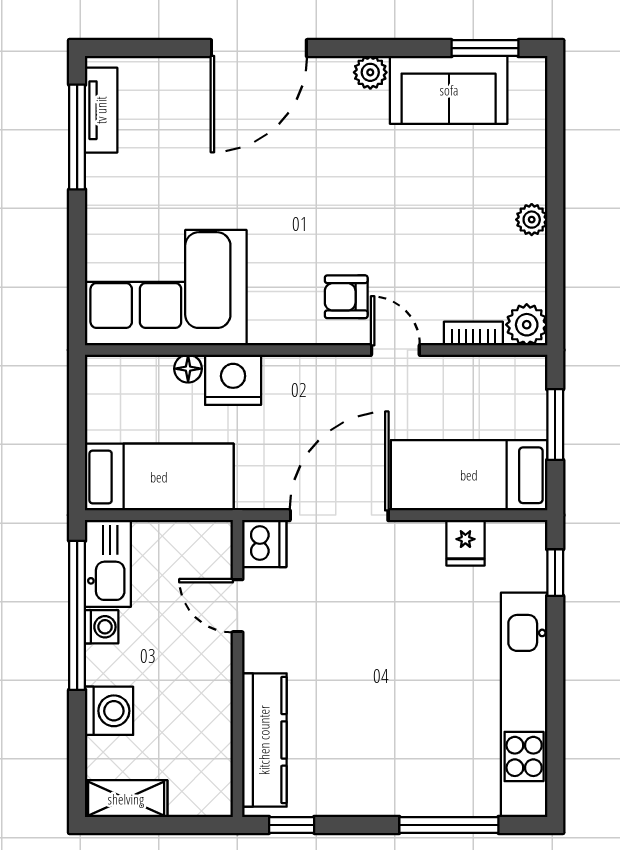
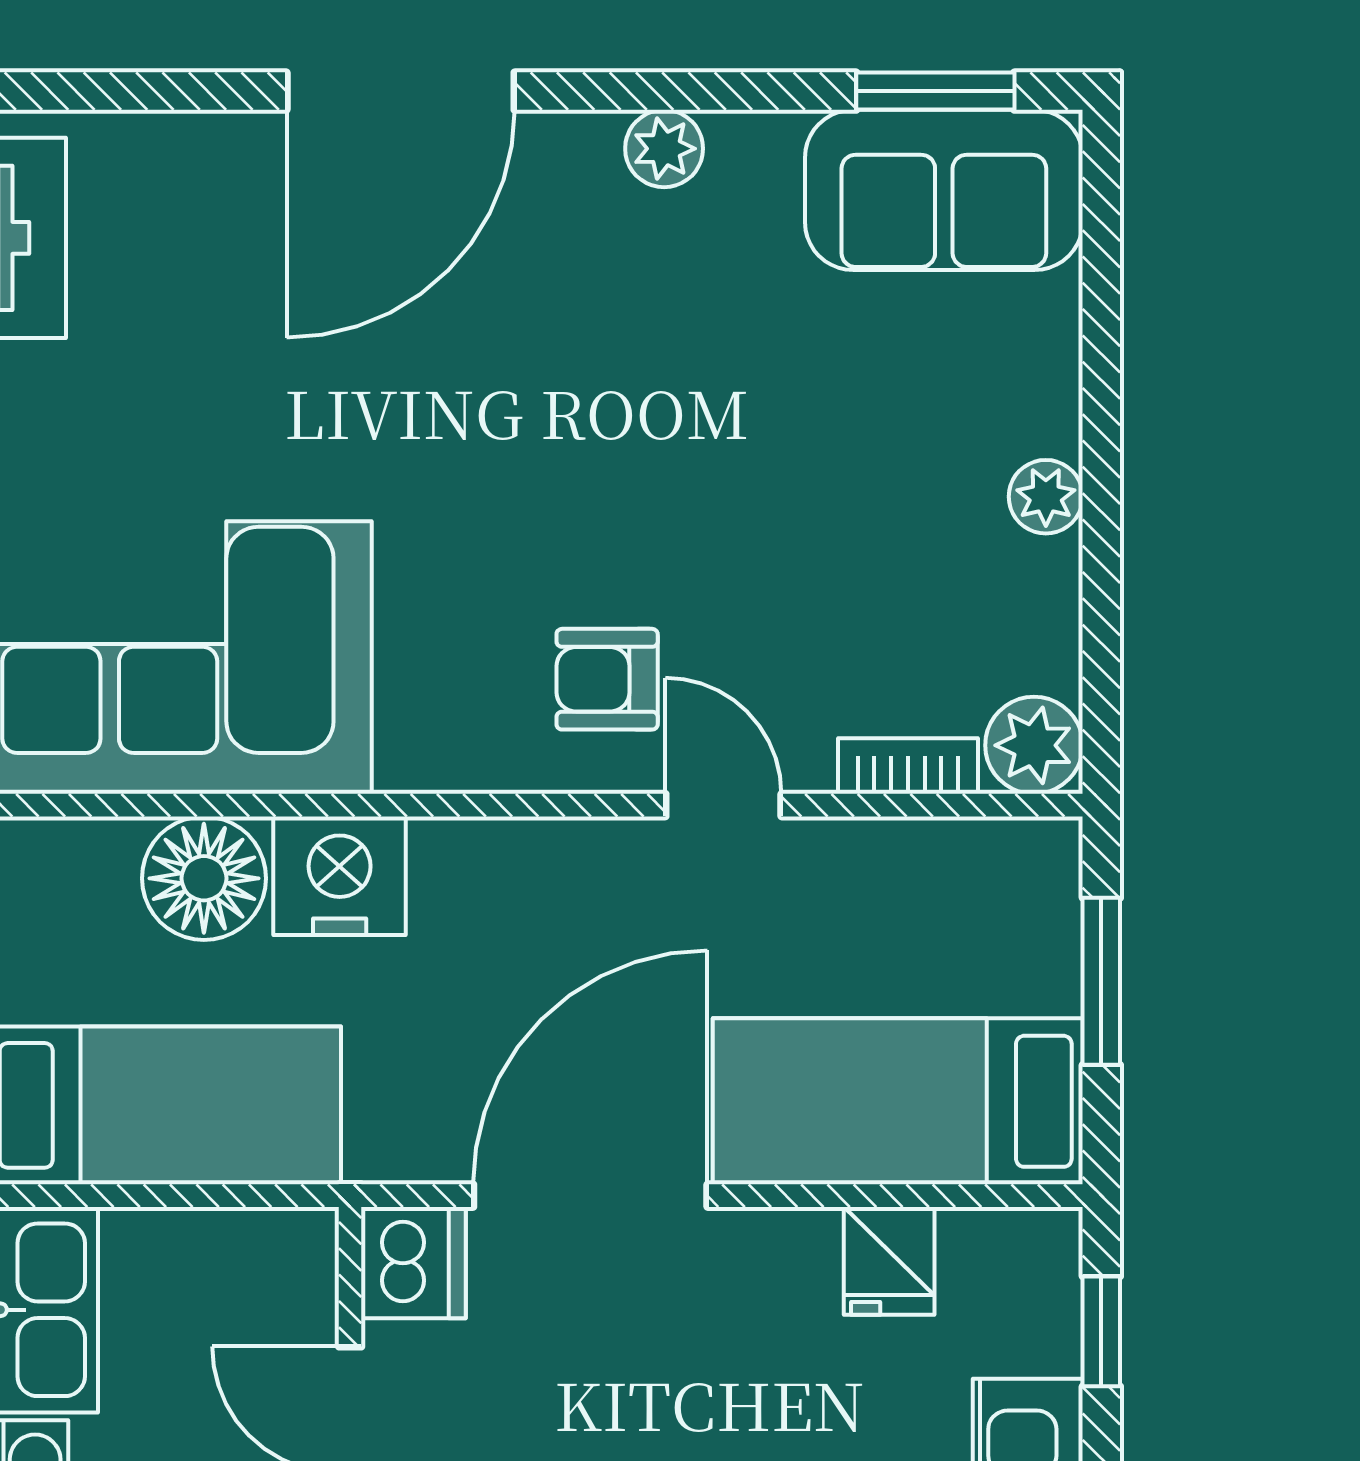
sofa: (449, 90) -> (944, 190), moved
floor lamp: (188, 369) -> (204, 878), width x1.89, depth x1.89

